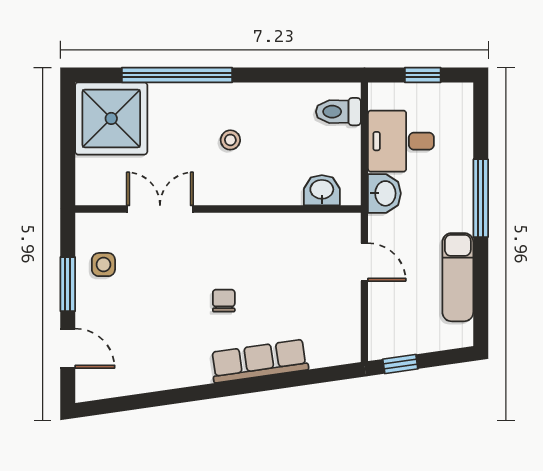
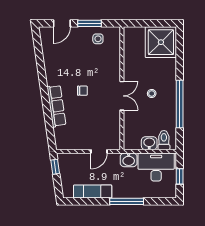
window: (177, 75) -> (180, 104), moved
desk: (401, 141) -> (156, 167), width x1.37
washbasin: (322, 190) -> (149, 143), moved, turned -90
double door: (160, 209) -> (122, 96), moved

